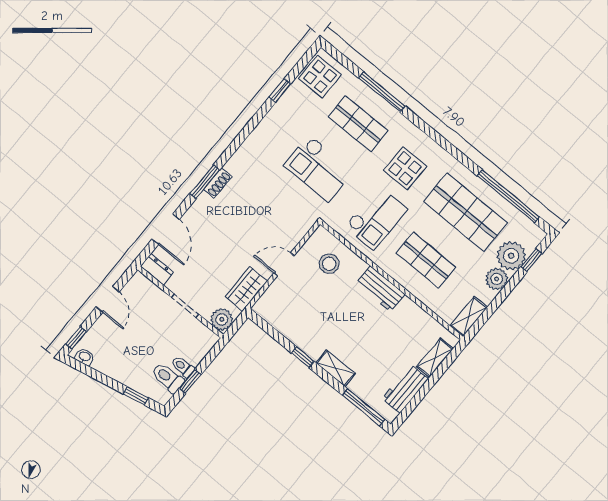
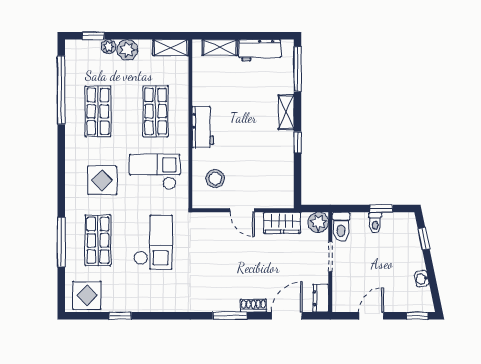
shoe rack: (218, 183) -> (253, 306), moved
shop shelf: (465, 212) -> (98, 111), width x0.70, depth x0.74
plant: (511, 256) -> (108, 47), width x0.53, depth x0.53
washbasin: (85, 357) -> (422, 279), moved
toilet: (168, 378) -> (341, 227), moved

